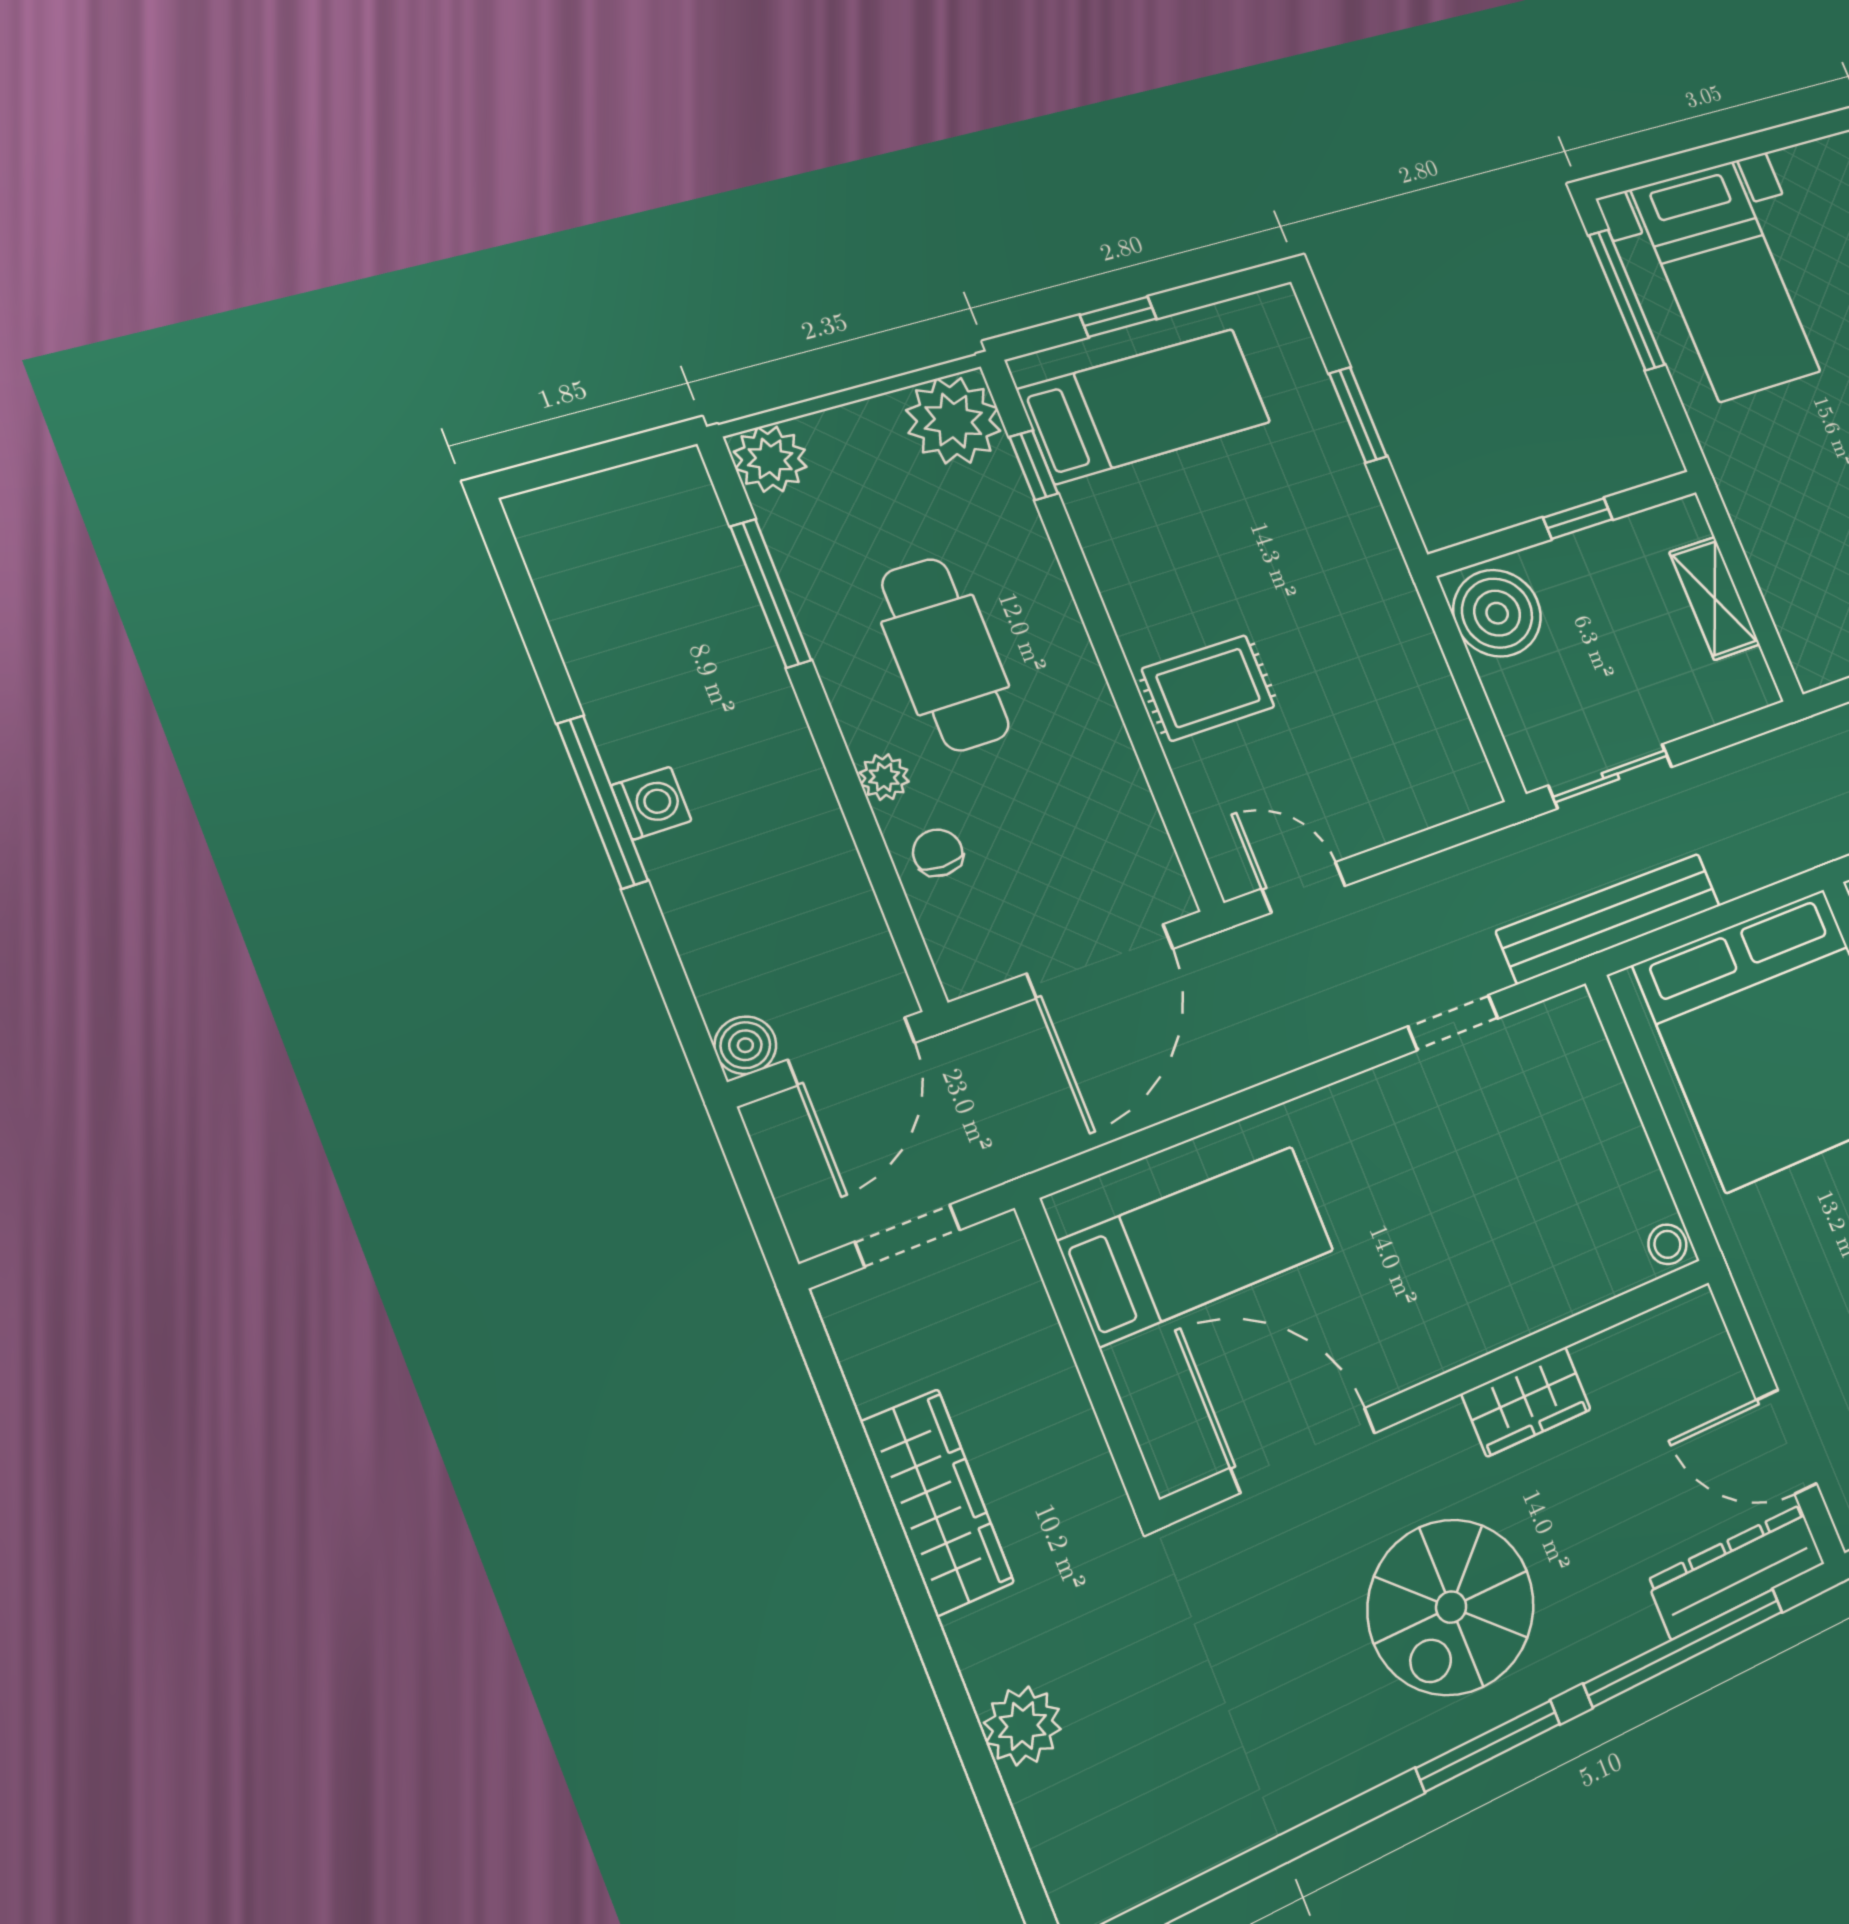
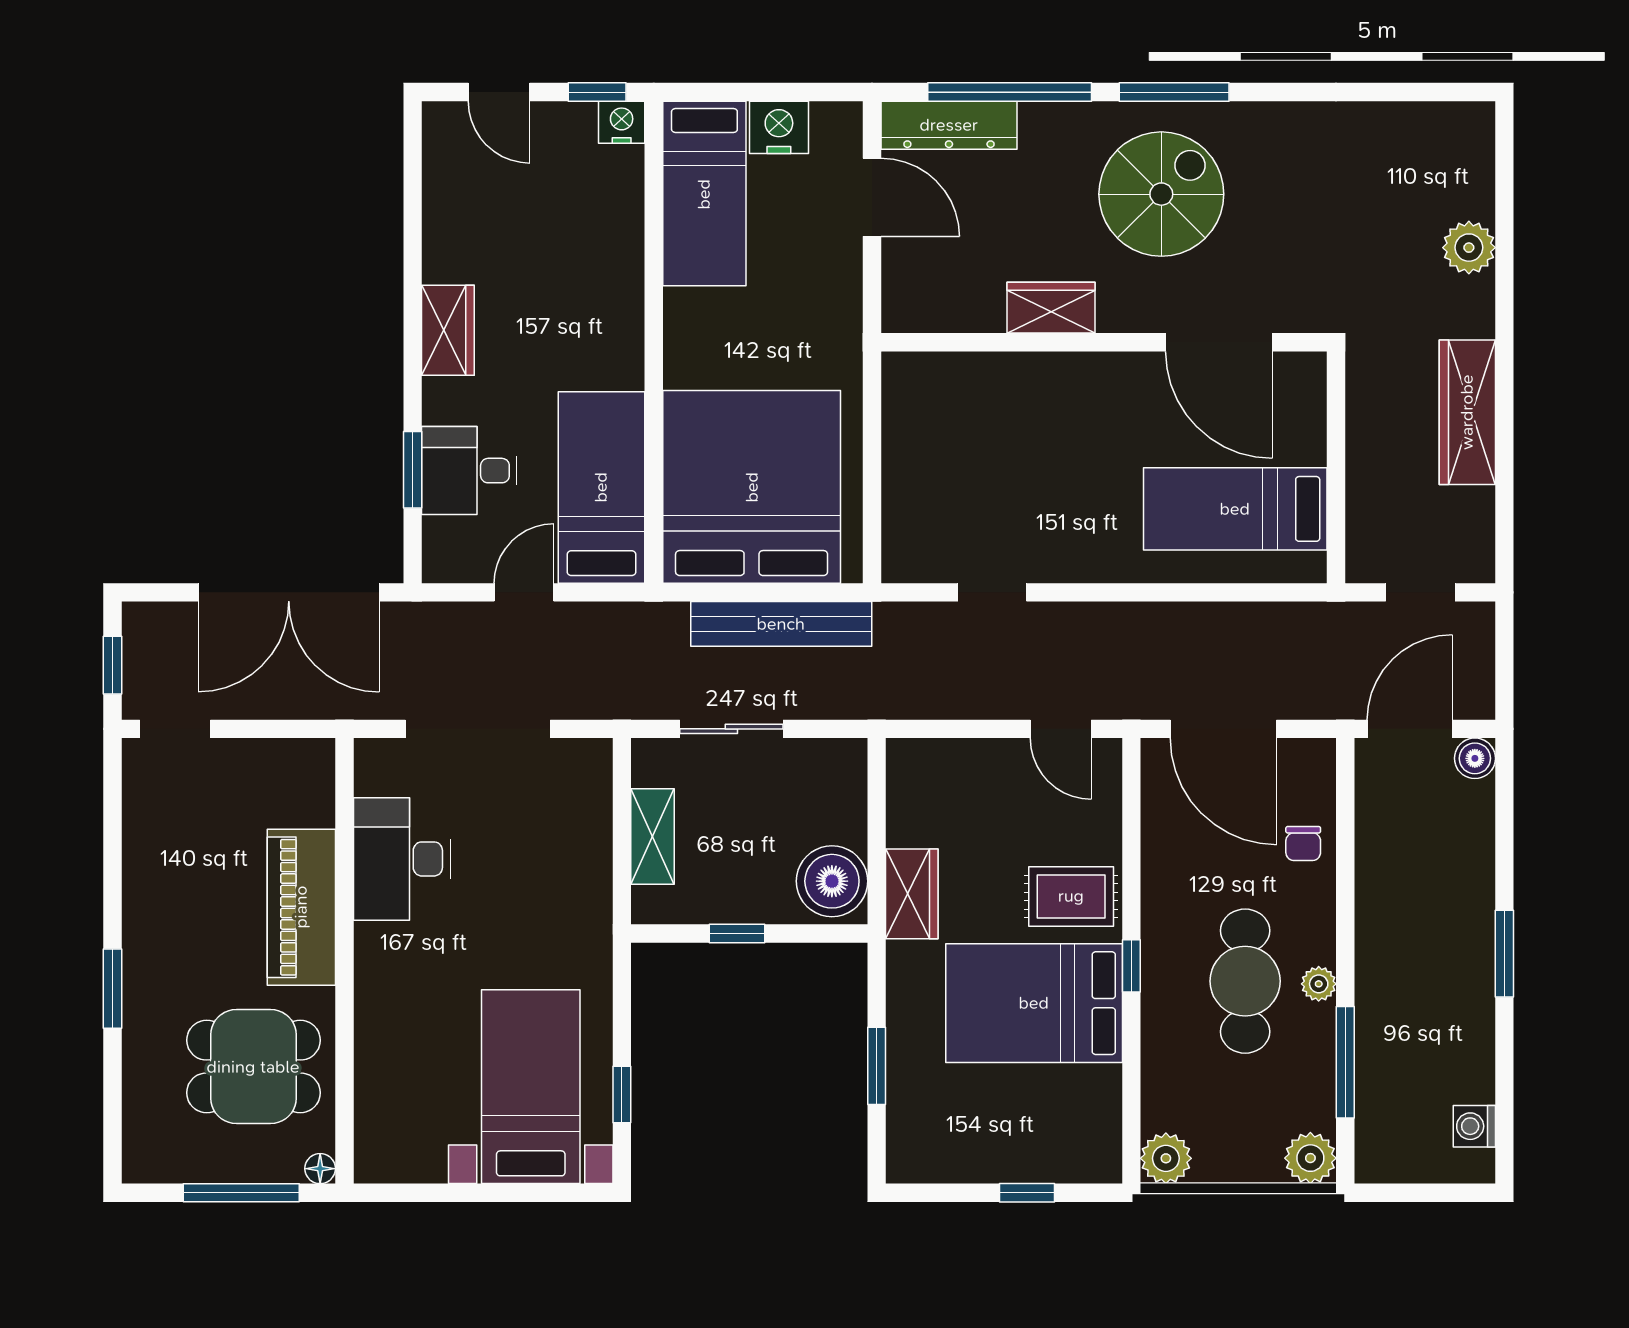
window: (1627, 300) -> (622, 1094), width x0.46
bed: (1145, 406) -> (1034, 1003), moved, width x1.50
plant: (953, 421) -> (1166, 1158), width x0.73, depth x0.73
window: (1034, 465) -> (1131, 966), moved
wardrobe: (1400, 629) -> (912, 894), added
sliding door: (1610, 776) -> (731, 729), moved
plant: (884, 777) -> (1319, 984), moved
window: (602, 802) -> (1504, 954), width x0.69
washing machine: (651, 803) -> (1474, 1126), moved
bench: (1609, 918) -> (781, 624), moved
door: (1100, 961) -> (1223, 729), swing flipped
stool: (1667, 1244) -> (901, 373), removed

